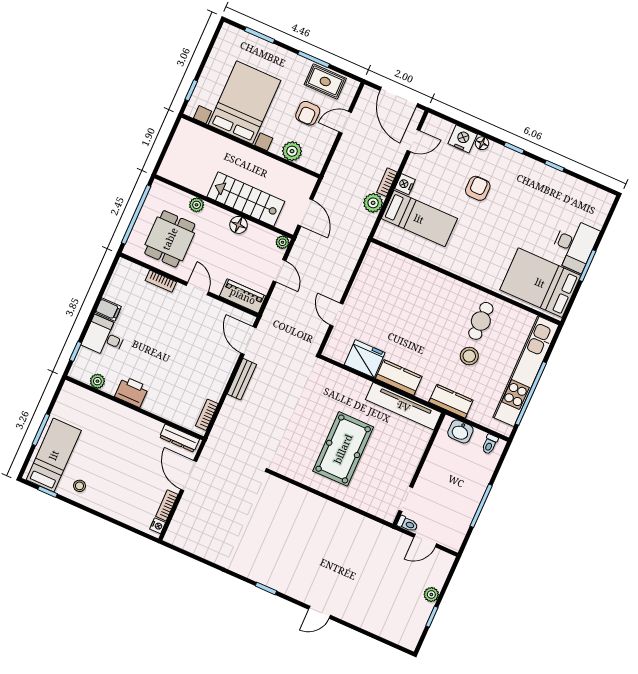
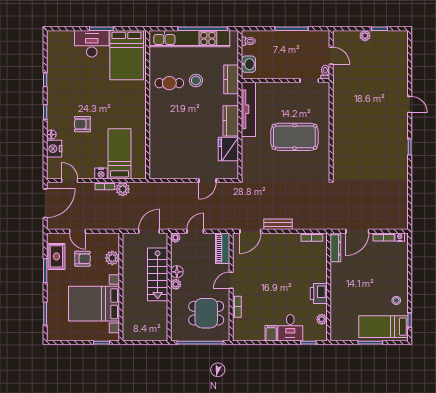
plant: (197, 205) -> (176, 284), moved

